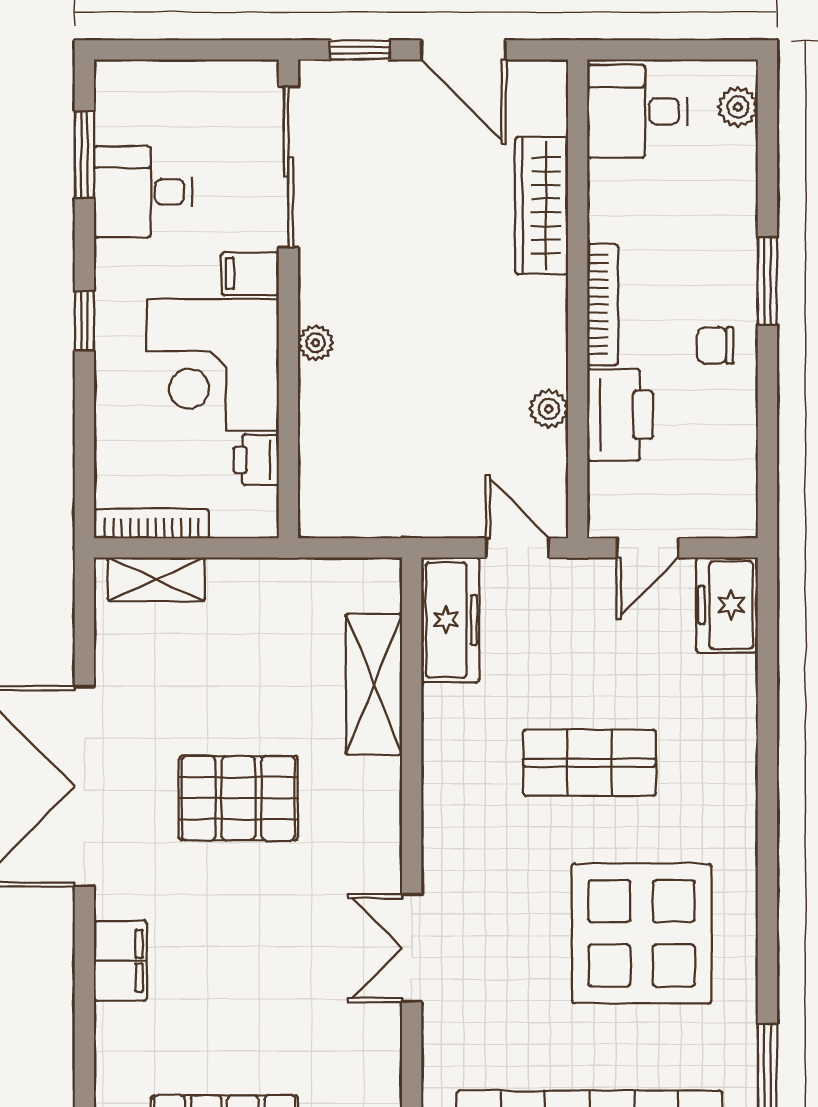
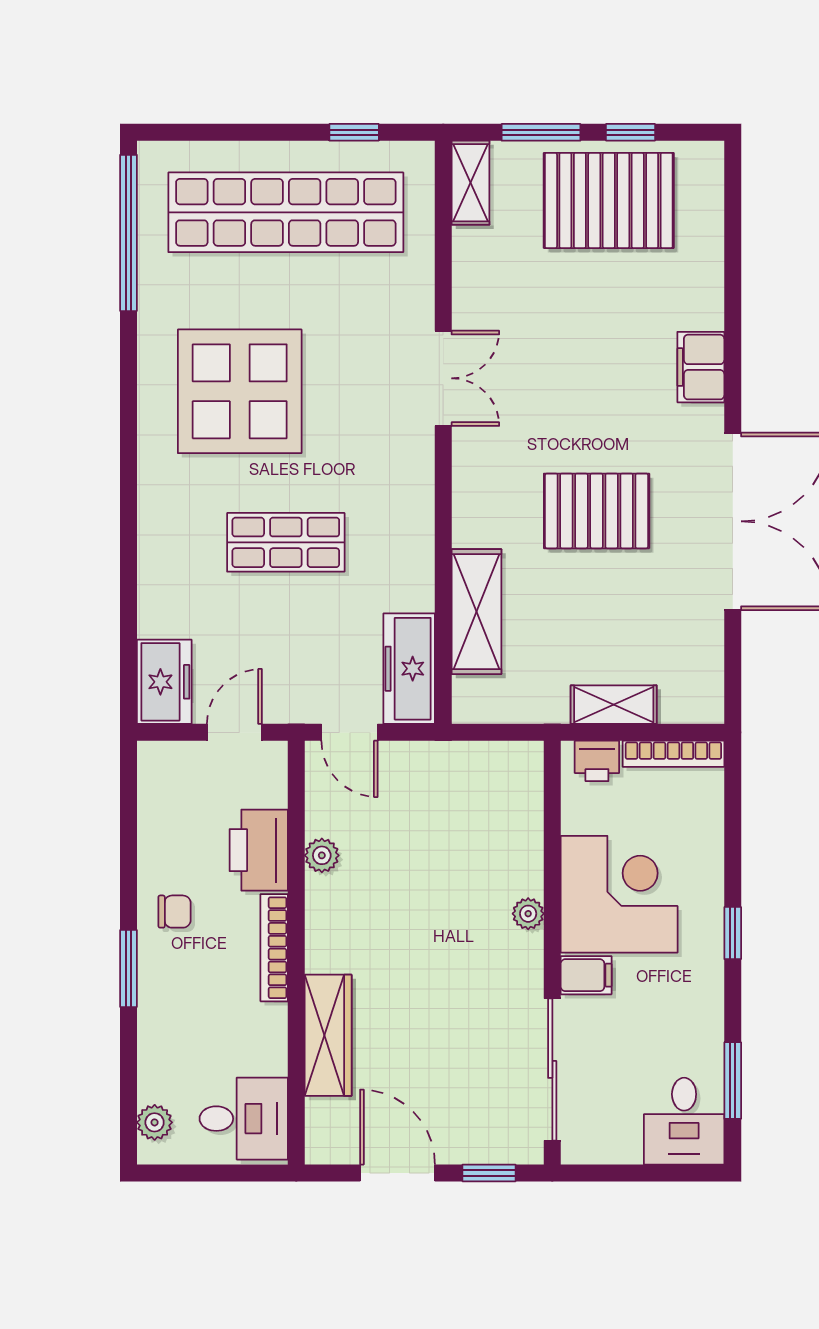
desk: (143, 192) -> (684, 1121), moved, turned 90
printer: (256, 460) -> (597, 761), moved, turned 90
shelving: (156, 579) -> (614, 705), moved

